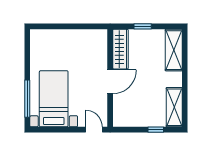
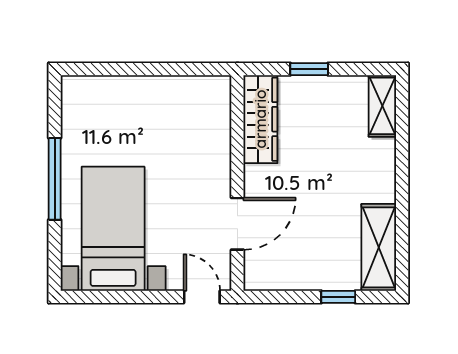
shelving: (174, 50) -> (382, 106), width x0.67, depth x0.75
door: (110, 82) -> (237, 224), moved
window: (27, 99) -> (55, 179), moved

